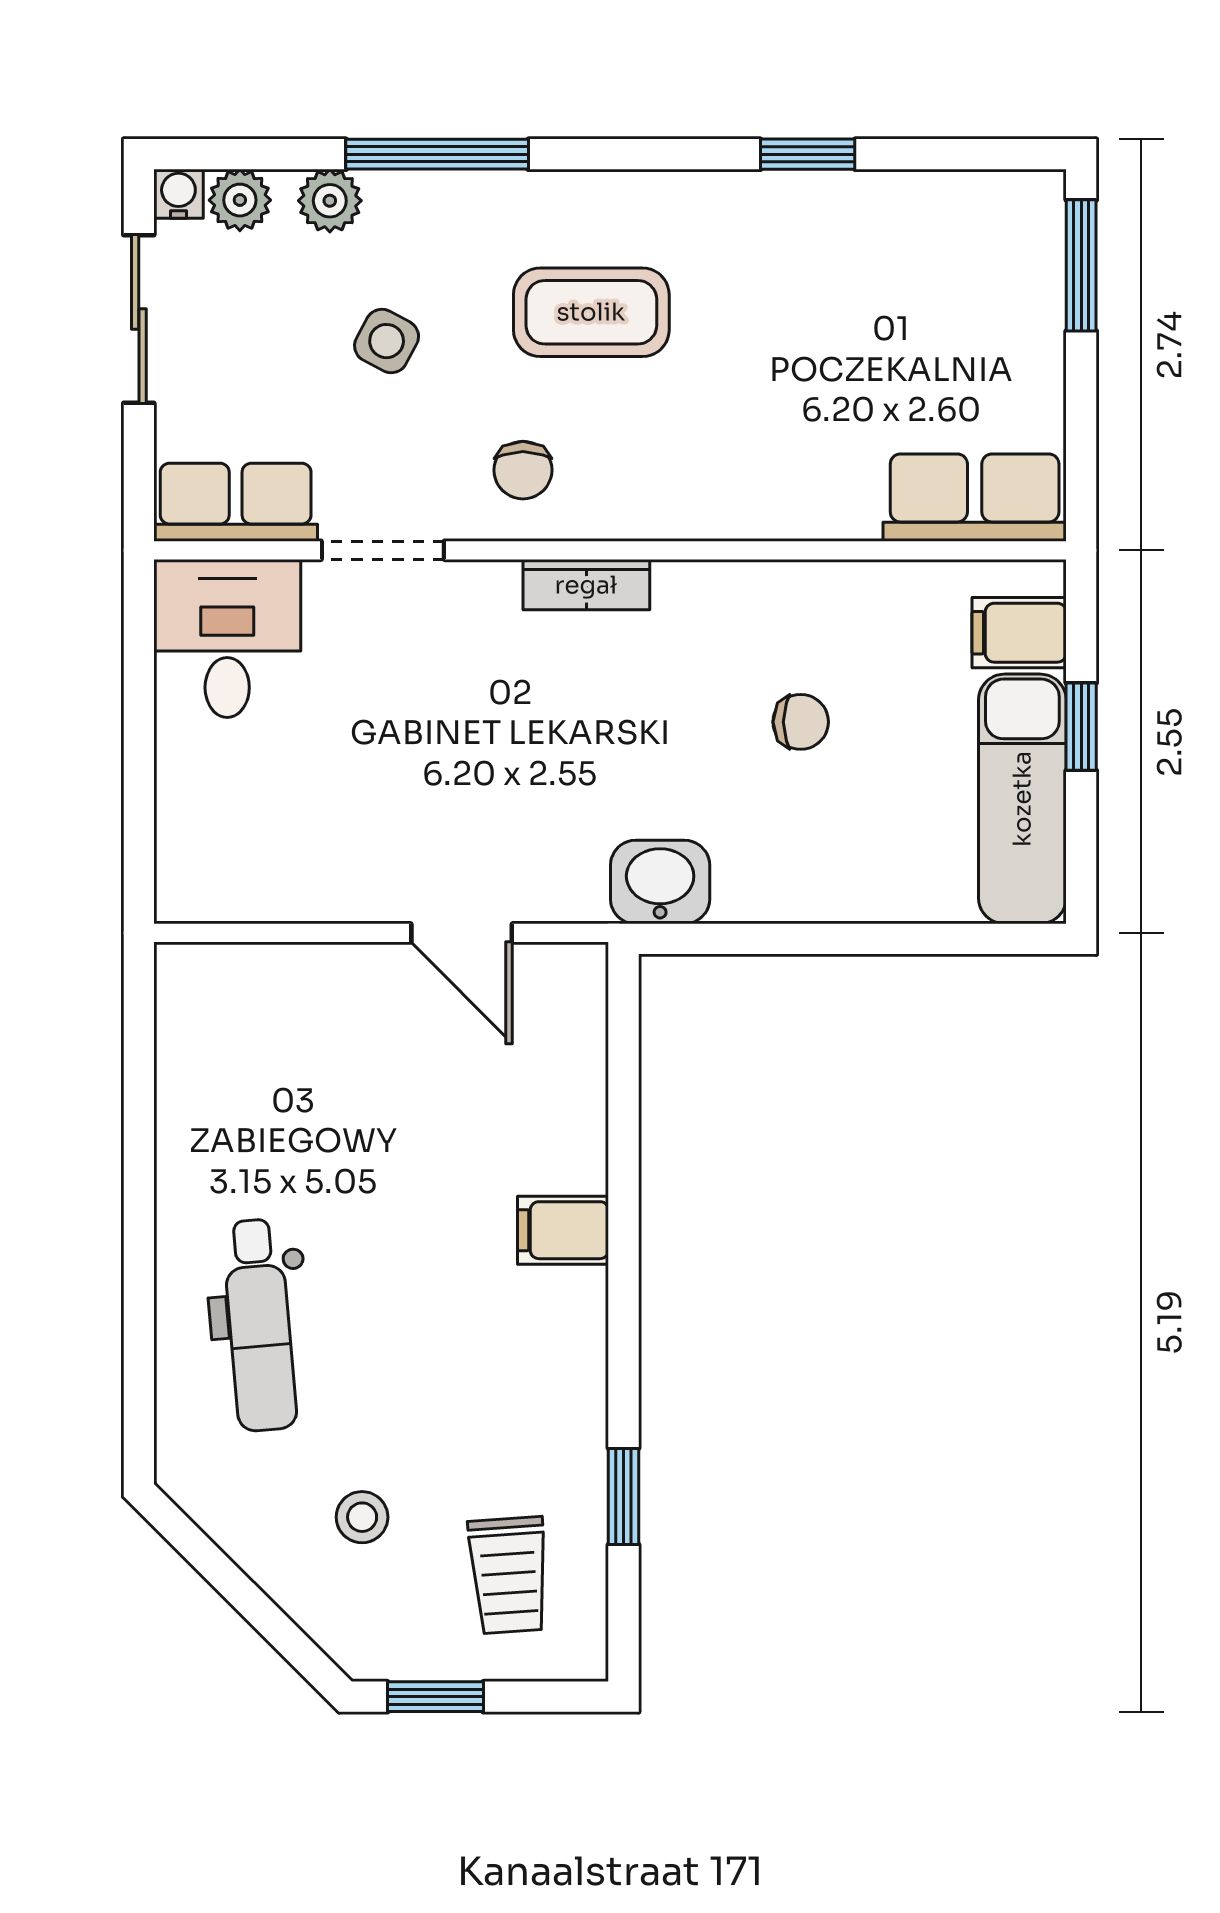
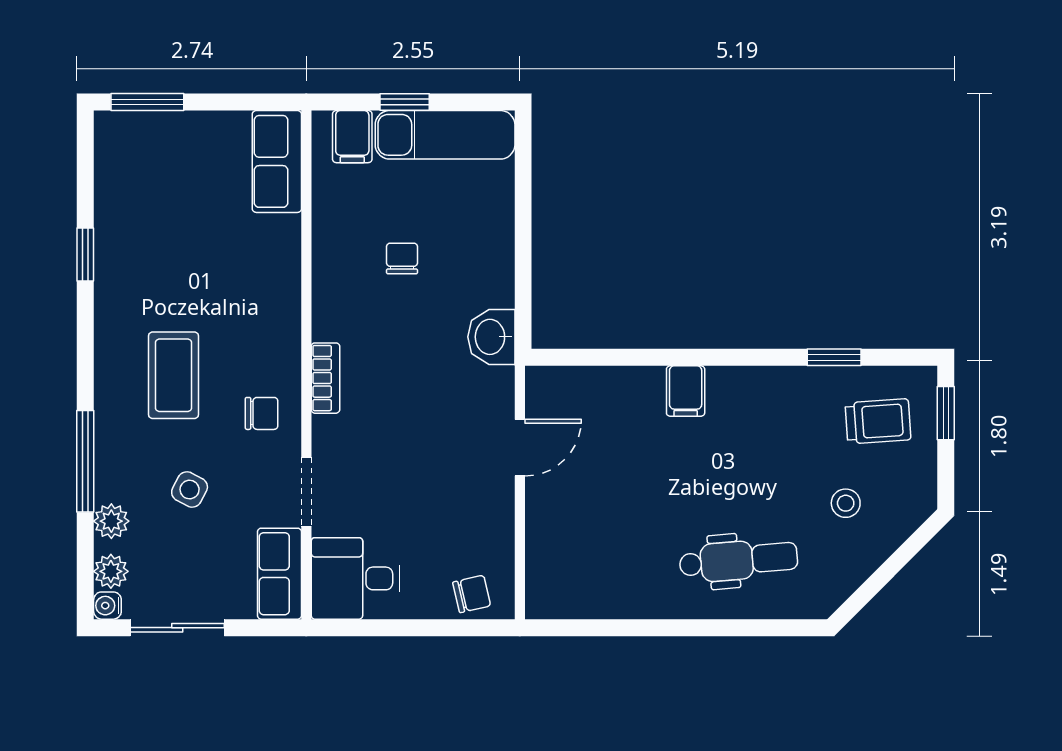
chair: (199, 847) -> (472, 594), added
window: (435, 1697) -> (946, 413), moved

